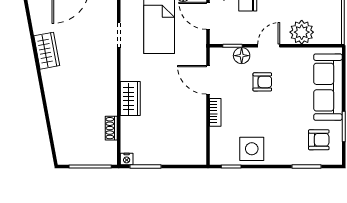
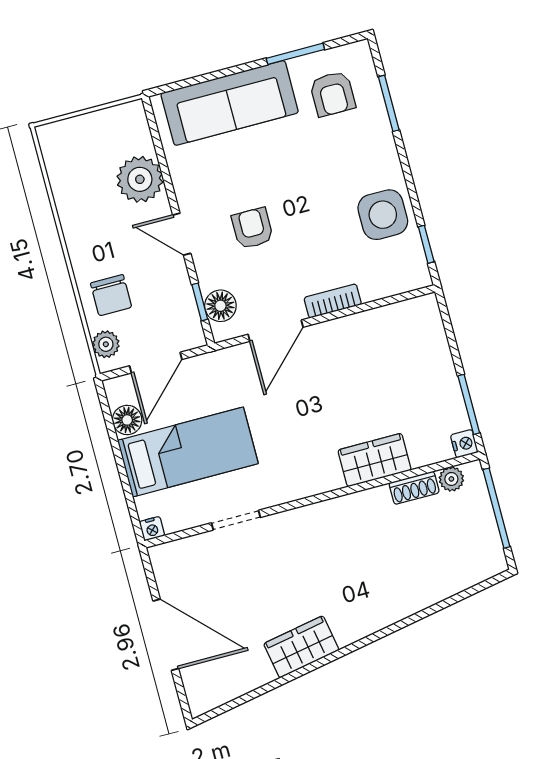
floor lamp: (242, 56) -> (220, 306), moved
wardrobe: (130, 99) -> (375, 460), moved
armchair: (319, 140) -> (333, 94), turned 180
plant: (111, 148) -> (451, 479), added

